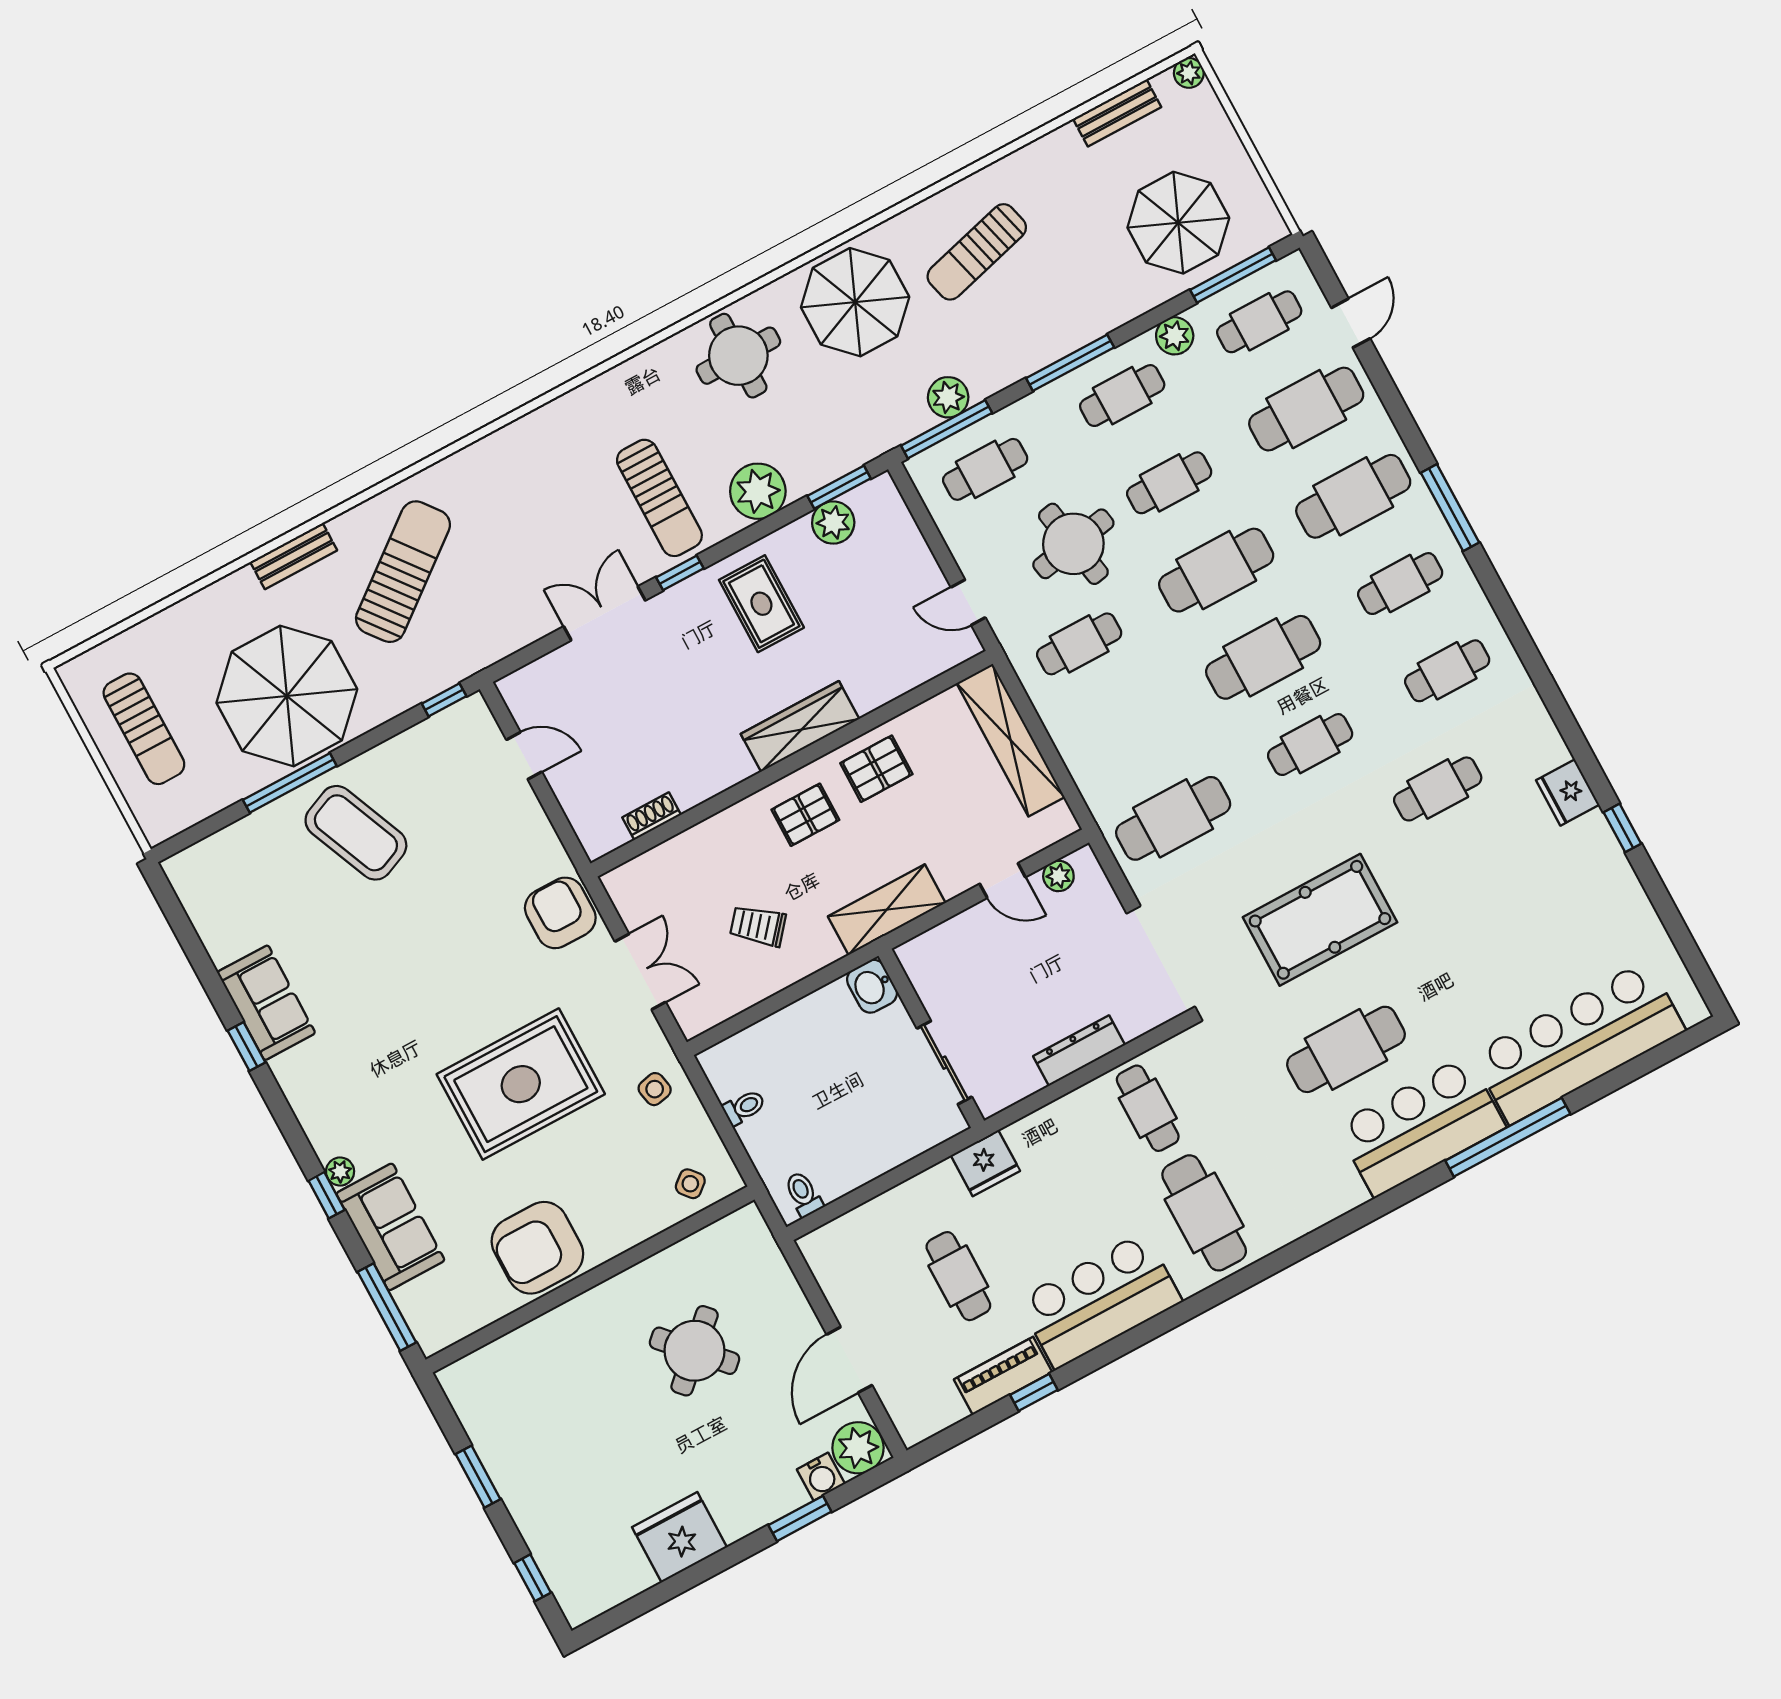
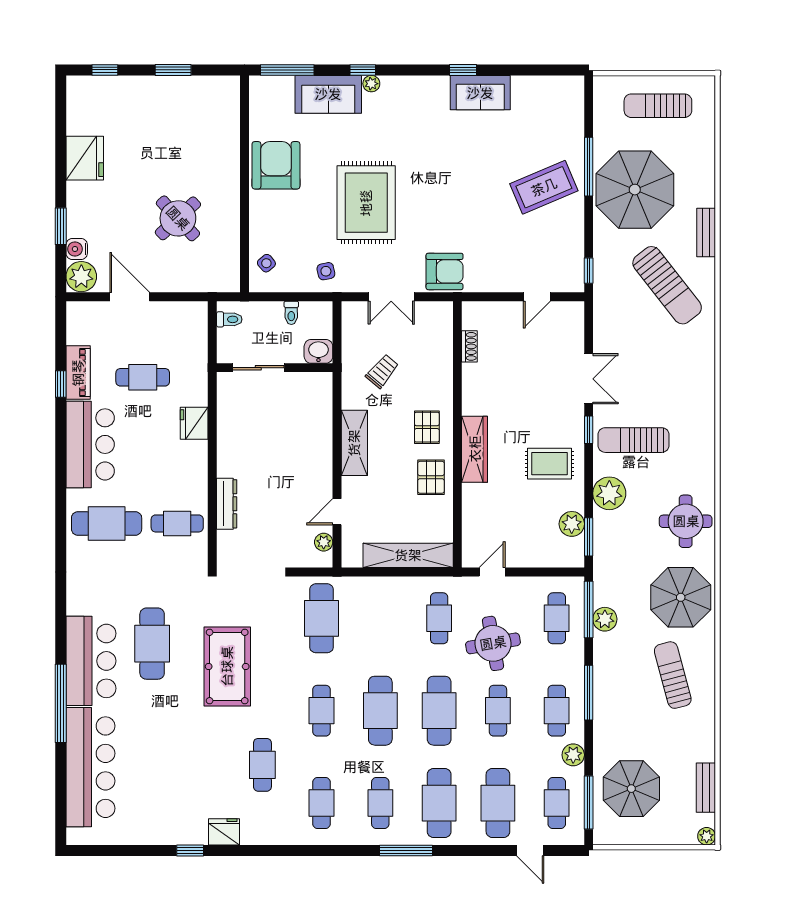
washbasin: (872, 986) -> (318, 351), moved
wall: (931, 1038) -> (275, 368), moved
sliding door: (944, 1063) -> (258, 368), moved

